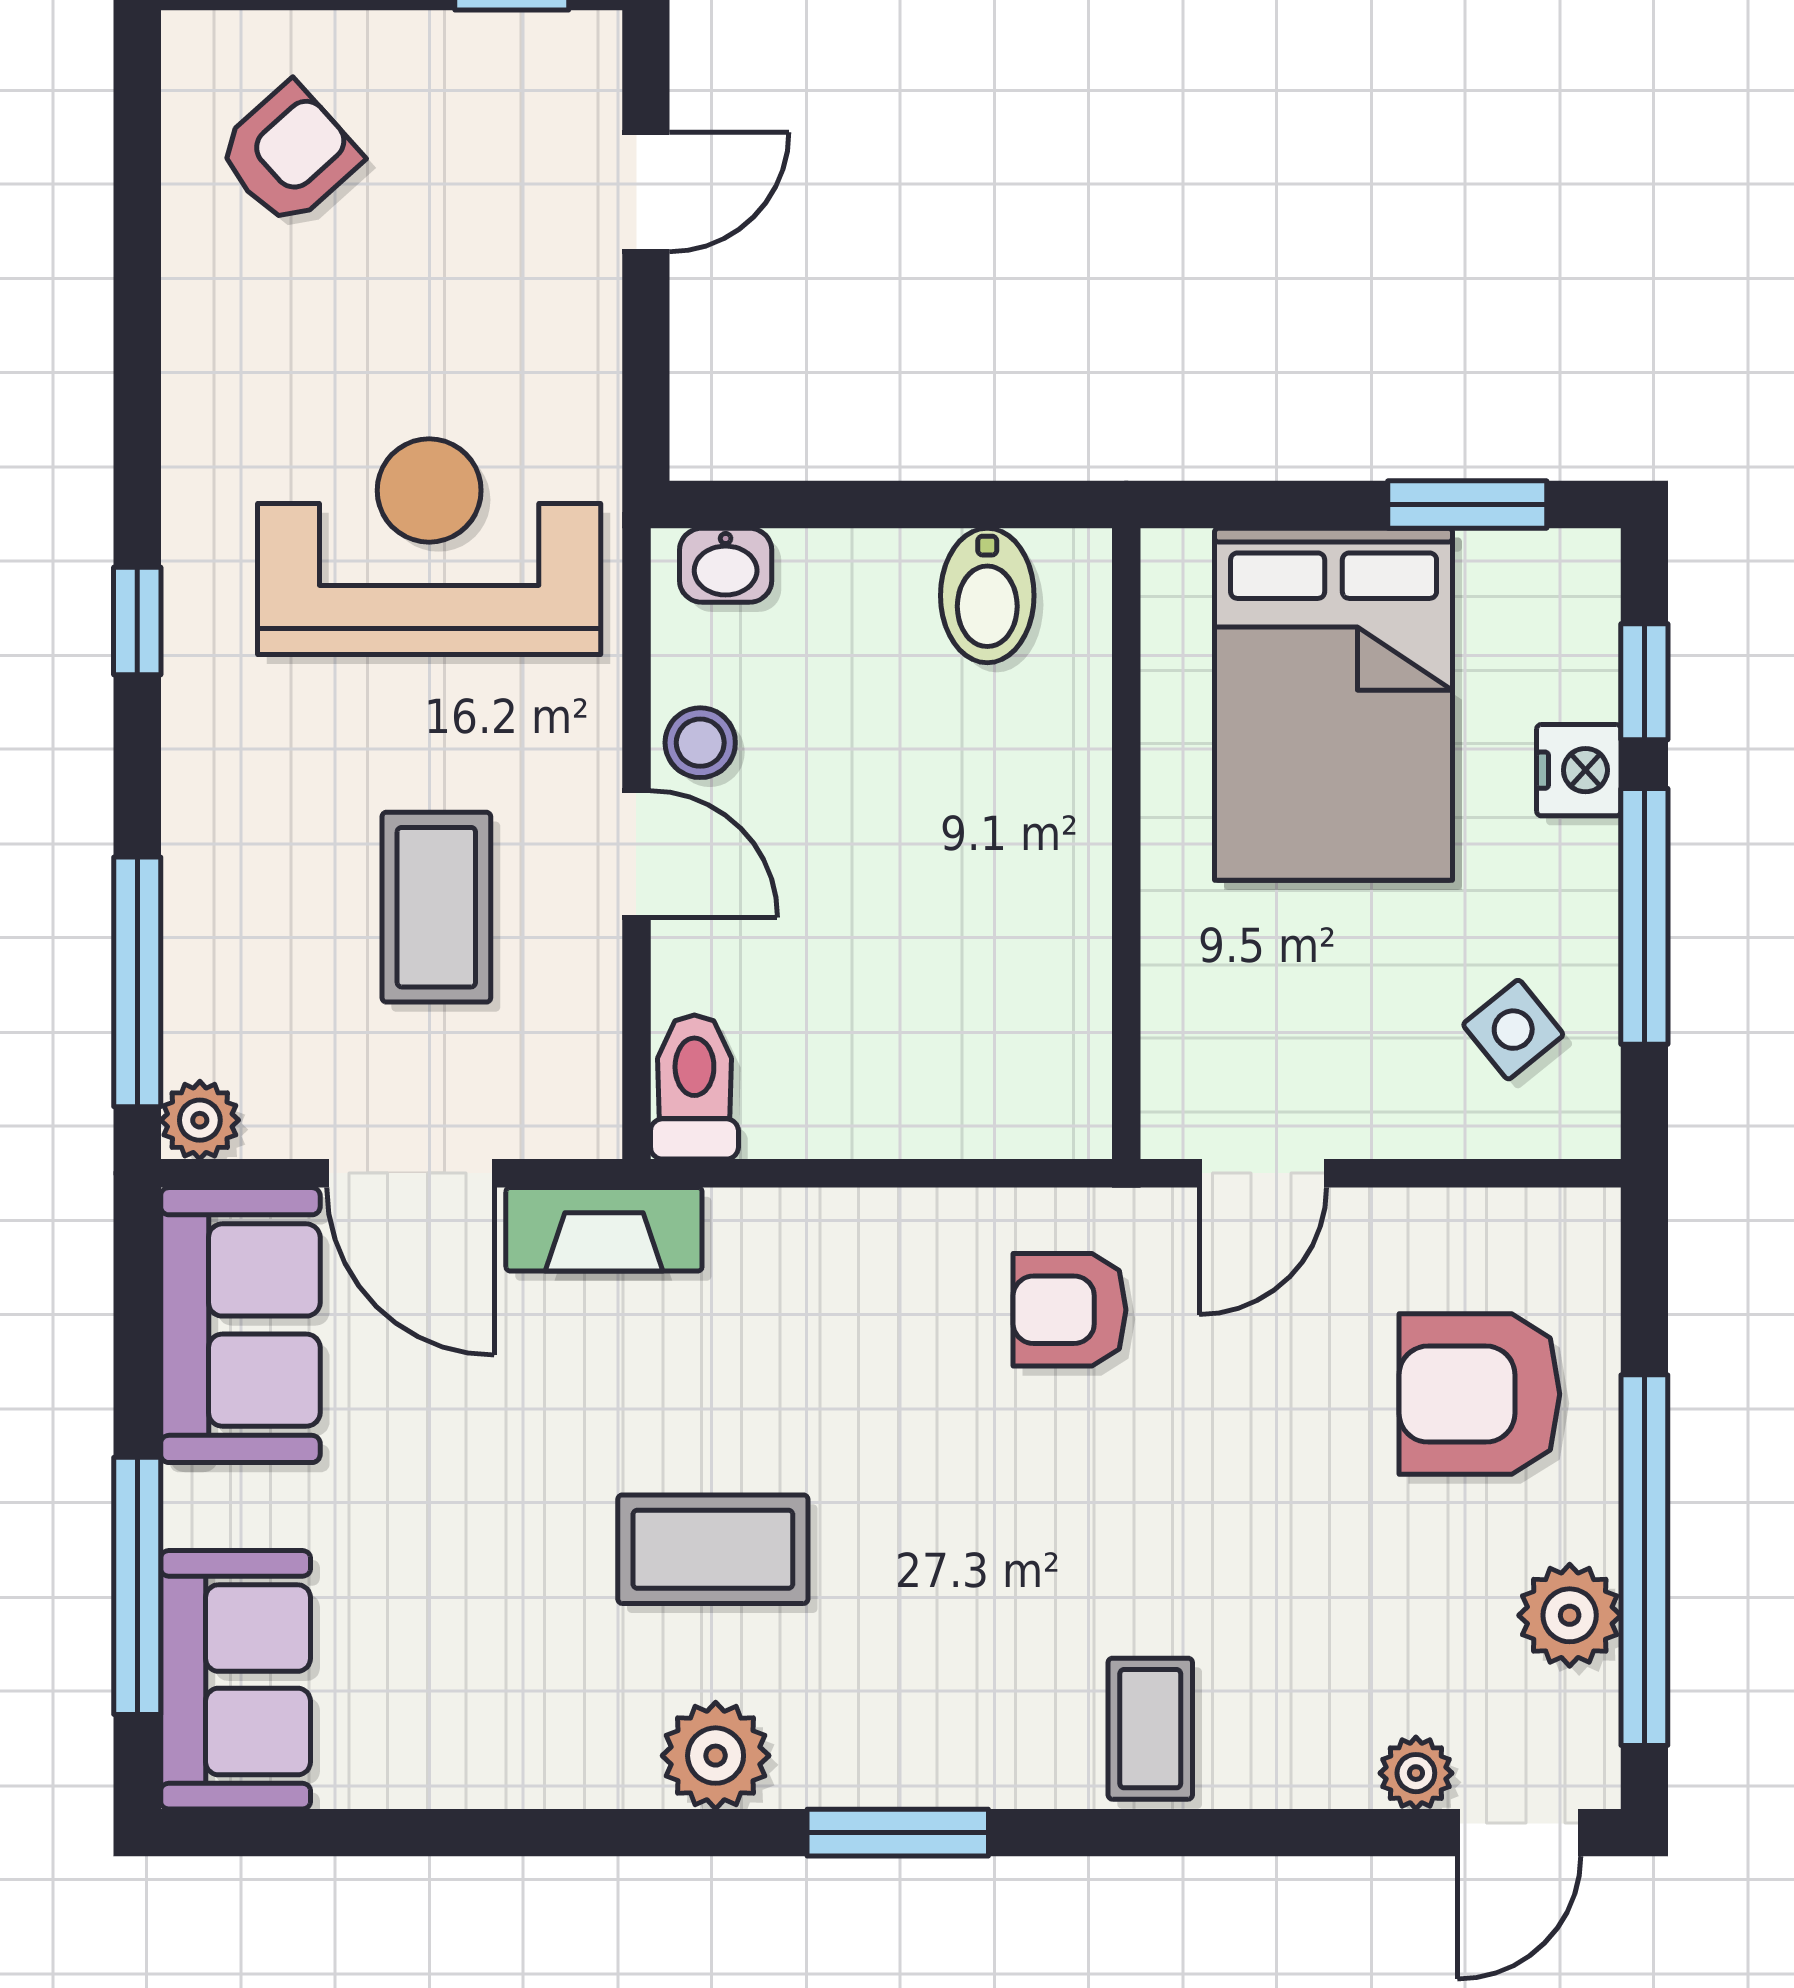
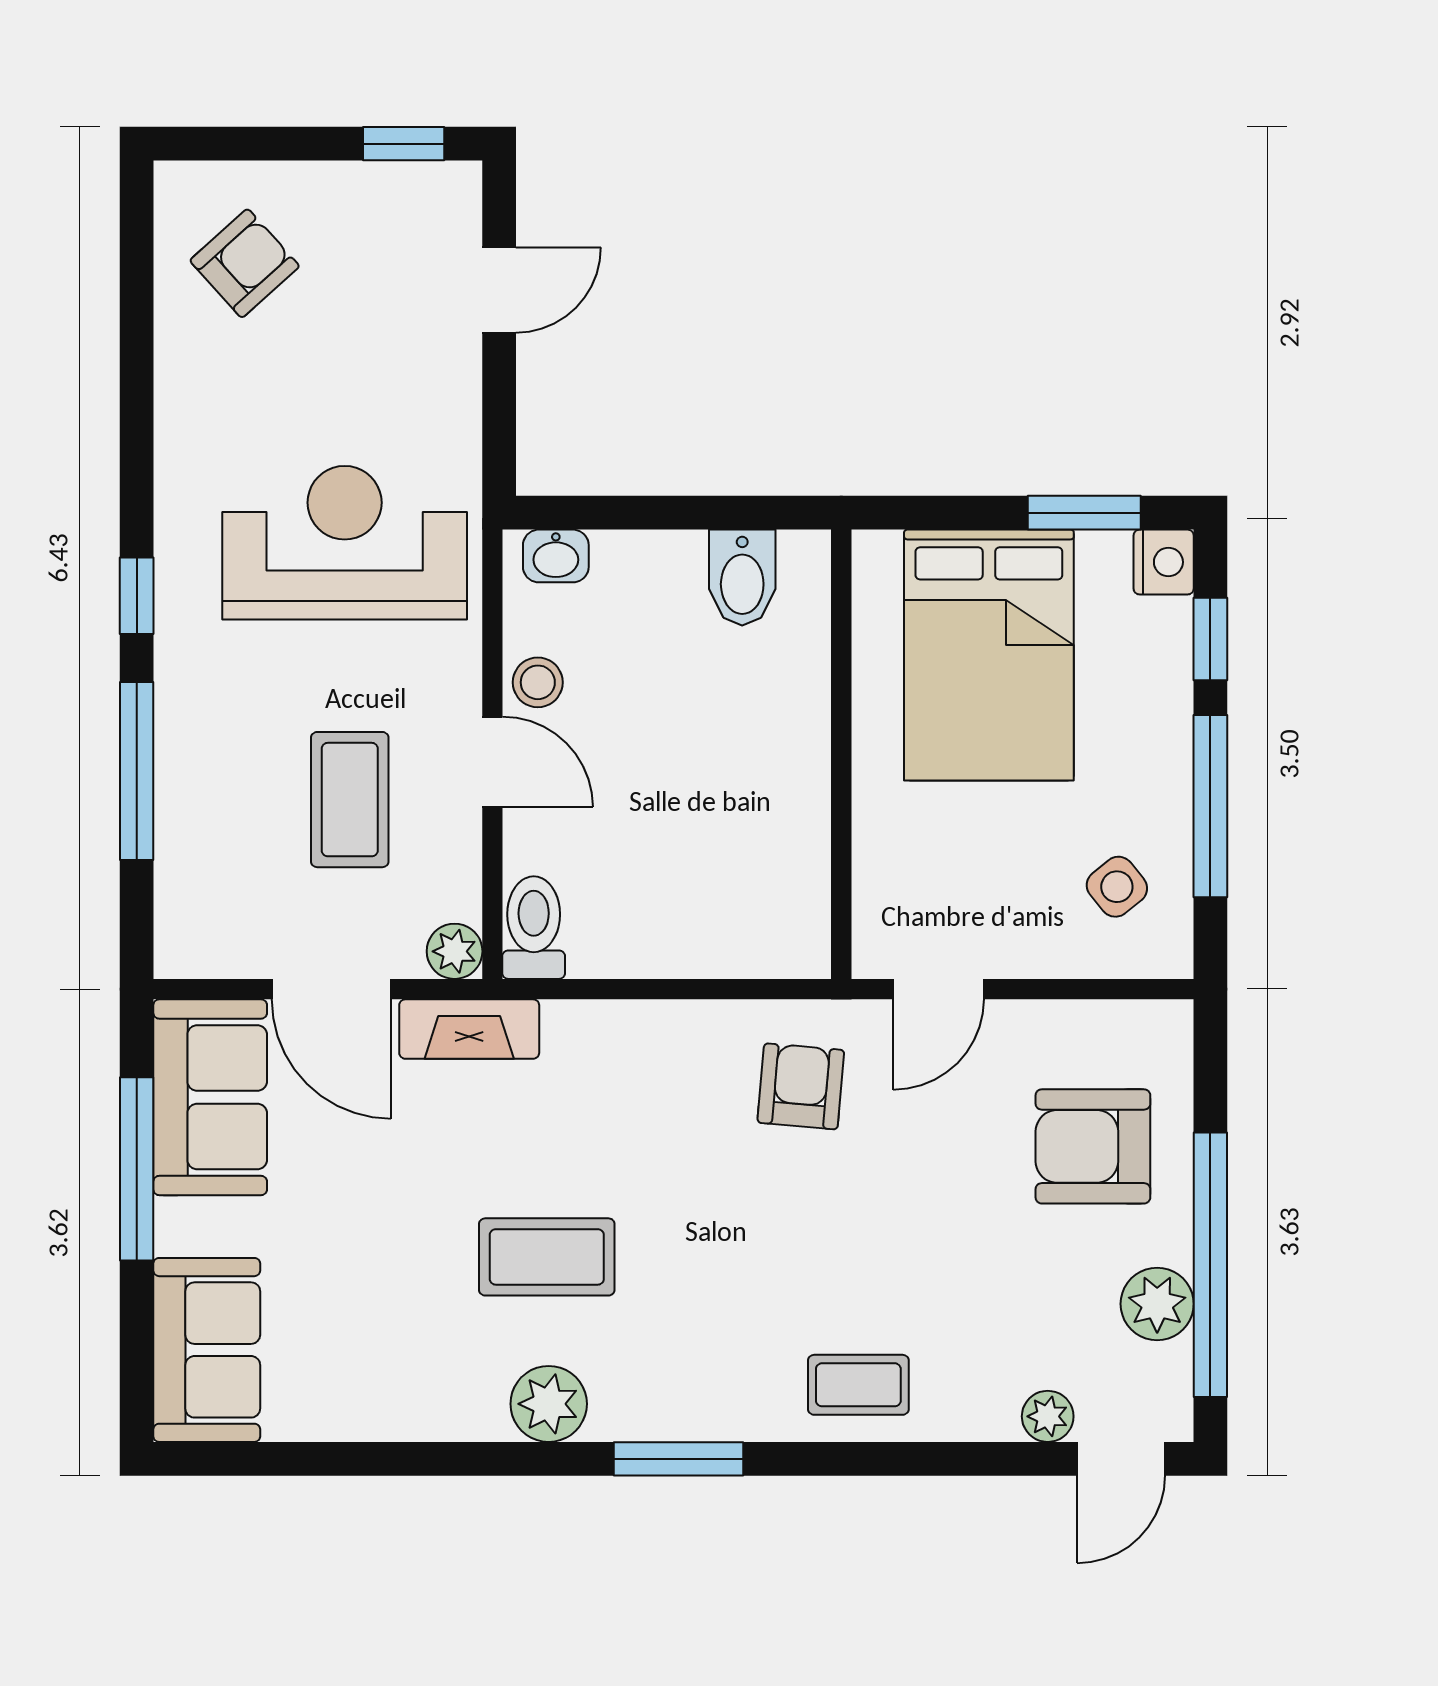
nightstand: (1579, 770) -> (1164, 562), moved
window: (137, 982) -> (137, 771), moved
plant: (200, 1120) -> (455, 951), moved
armchair: (1069, 1310) -> (801, 1086), turned 95
window: (137, 1586) -> (137, 1169), moved
coffee table: (1150, 1729) -> (858, 1385), turned 90

